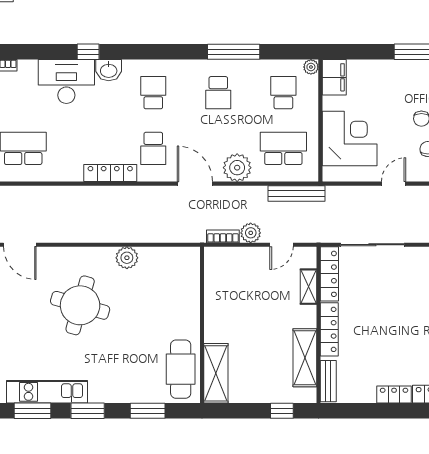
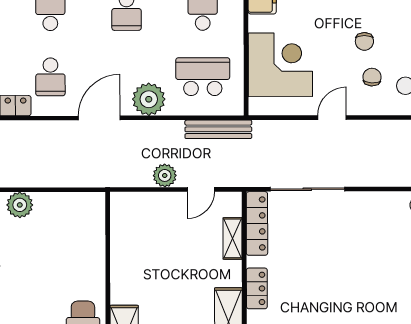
door: (195, 184) -> (99, 118), hinge flipped
bookcase: (223, 236) -> (132, 180), removed
locker: (329, 329) -> (257, 288), width x0.66

